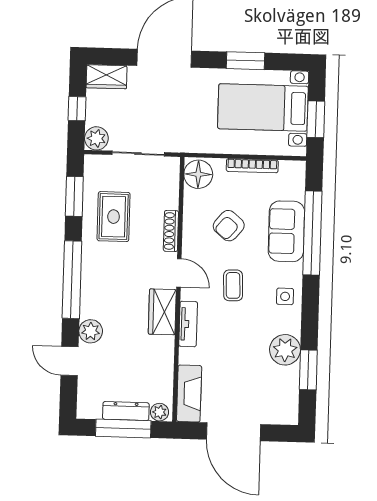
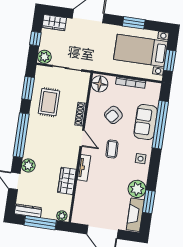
wardrobe: (162, 312) -> (67, 181), moved
fireplace: (189, 394) -> (135, 215), moved, turned 180
dresser: (126, 411) -> (28, 211), moved

